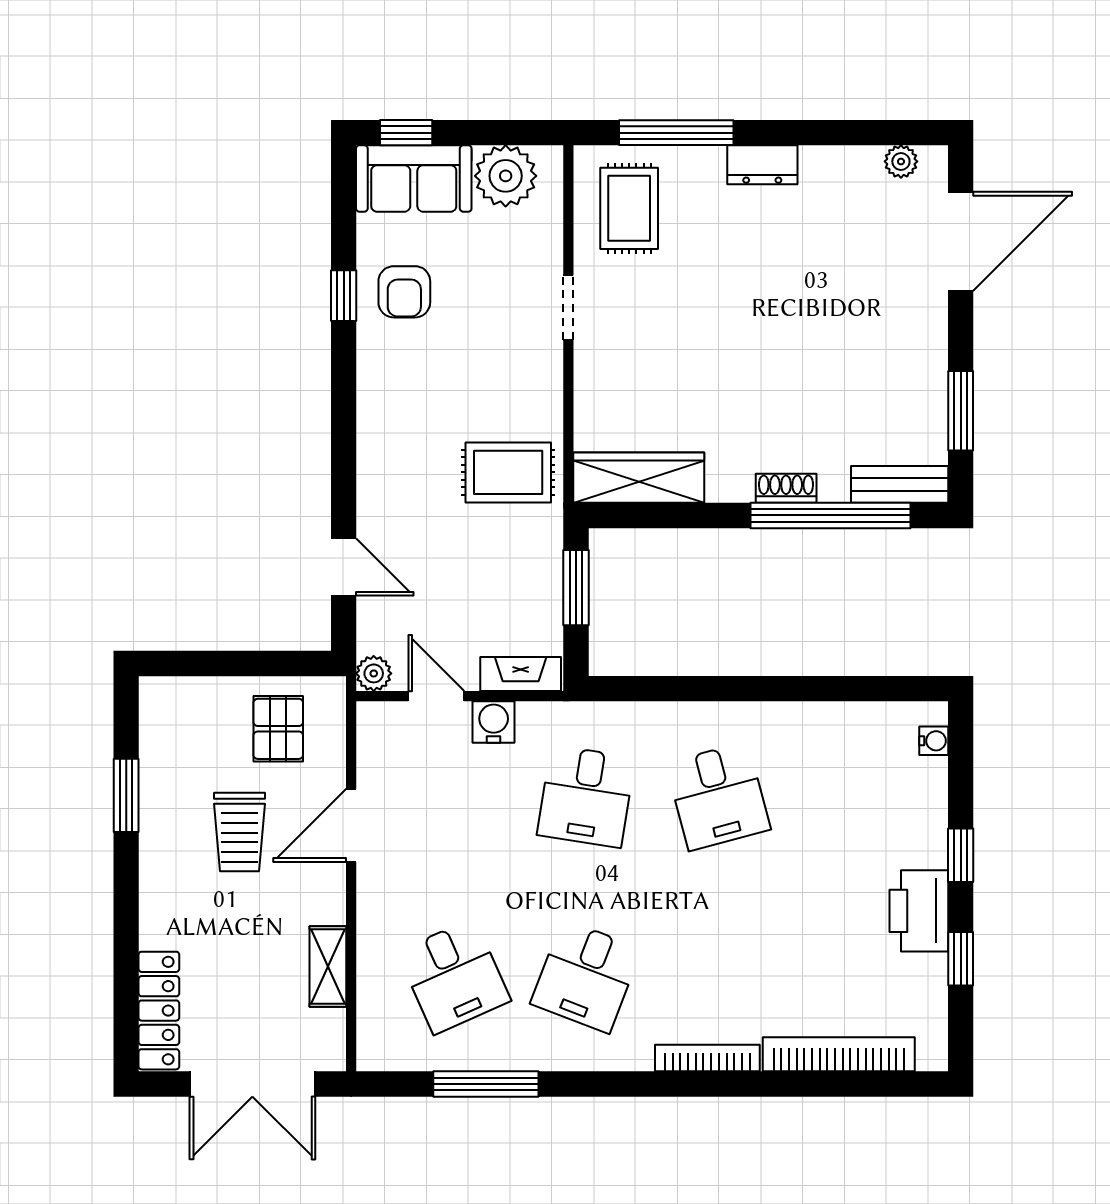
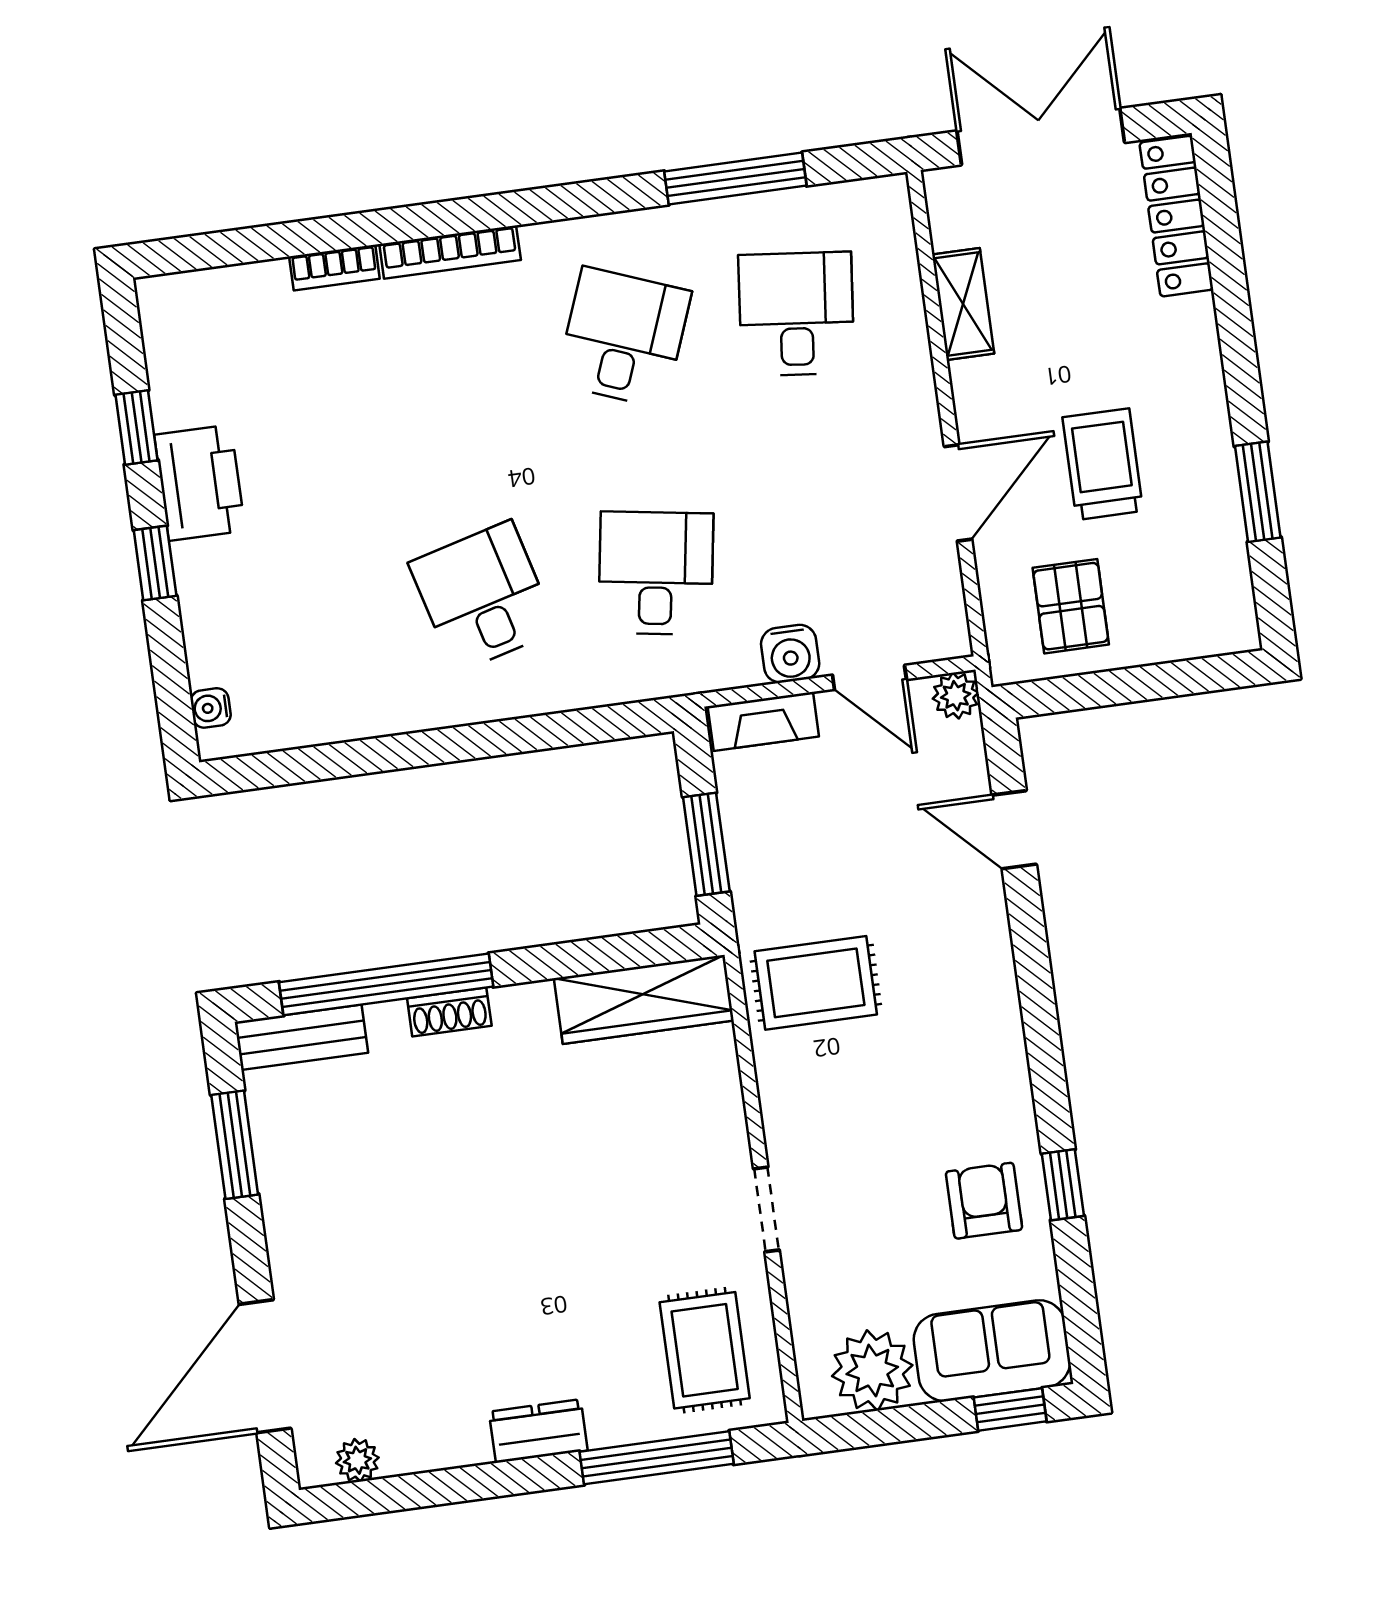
desk: (454, 976) -> (796, 314), turned 30
bookcase: (839, 1054) -> (334, 268), width x0.43, depth x0.76

